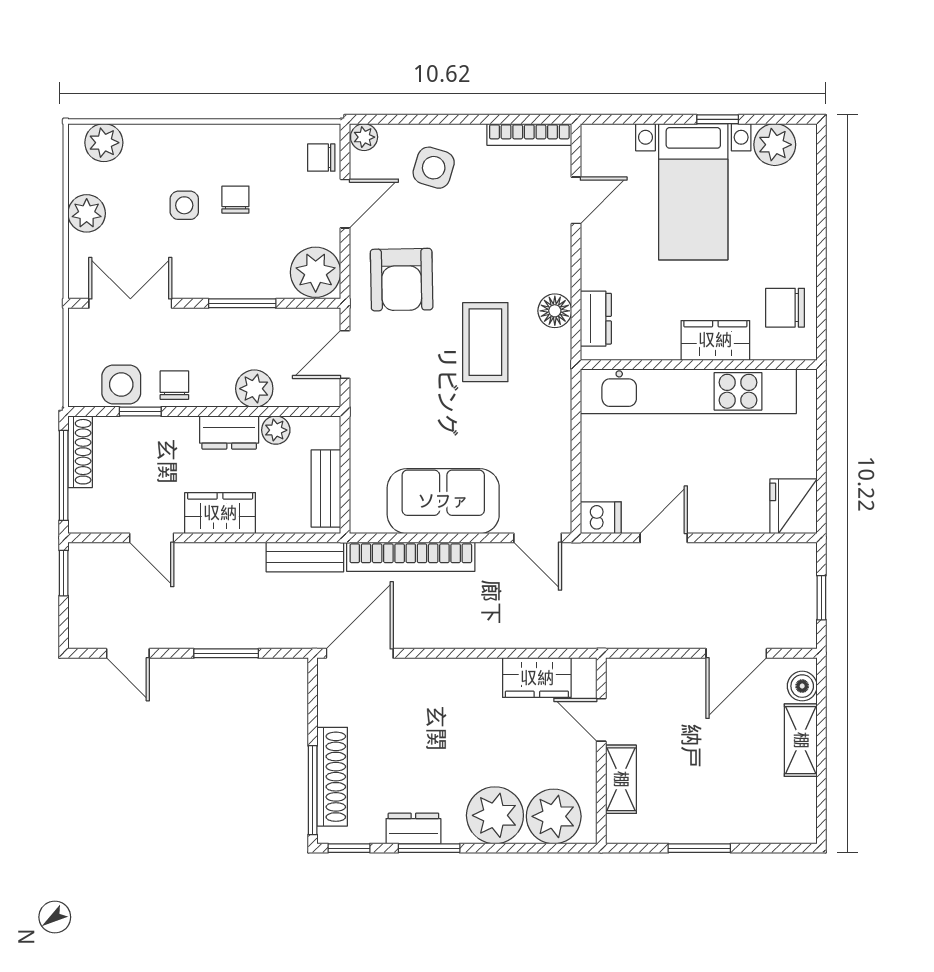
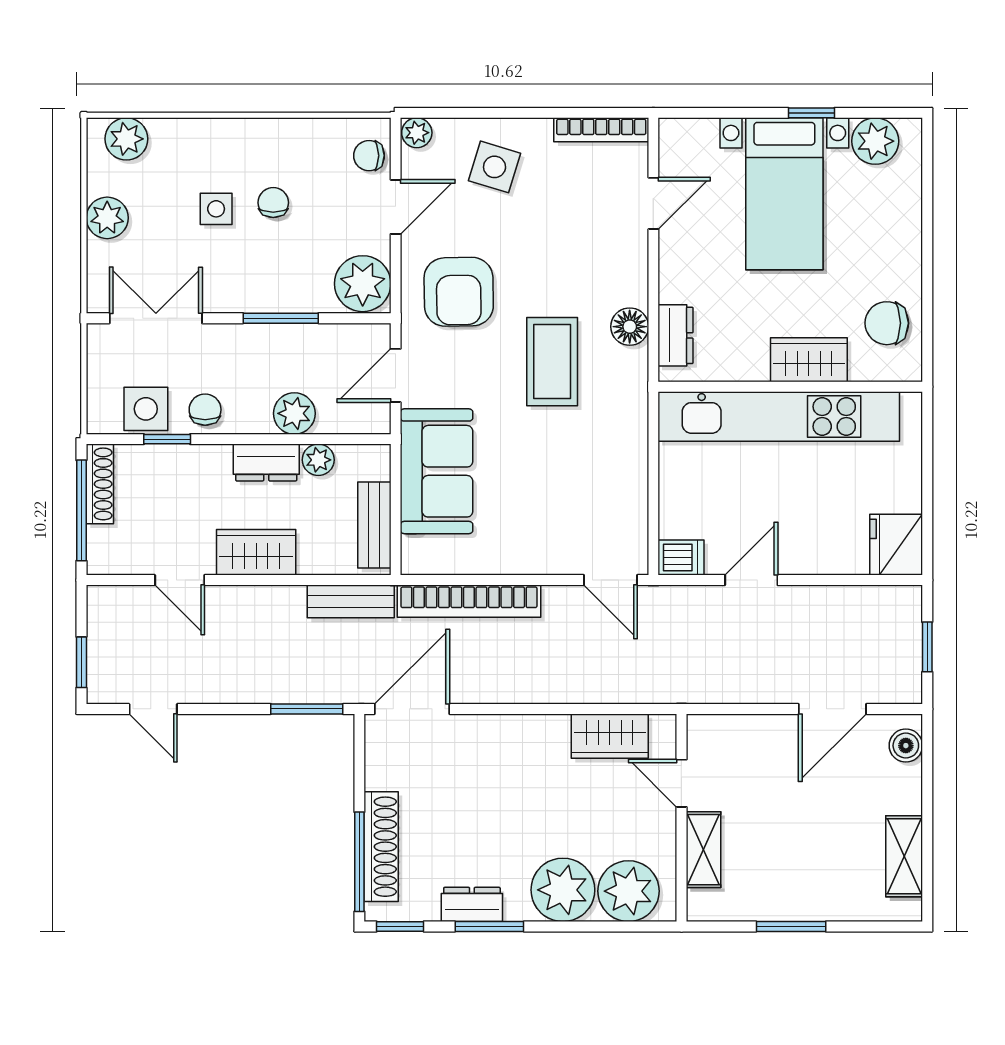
sofa: (443, 501) -> (437, 471), moved, turned 90
window: (64, 573) -> (81, 662), moved
window: (226, 653) -> (307, 709), moved
shelving: (801, 740) -> (904, 856), moved

